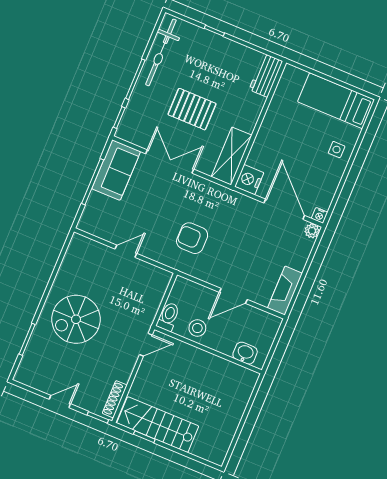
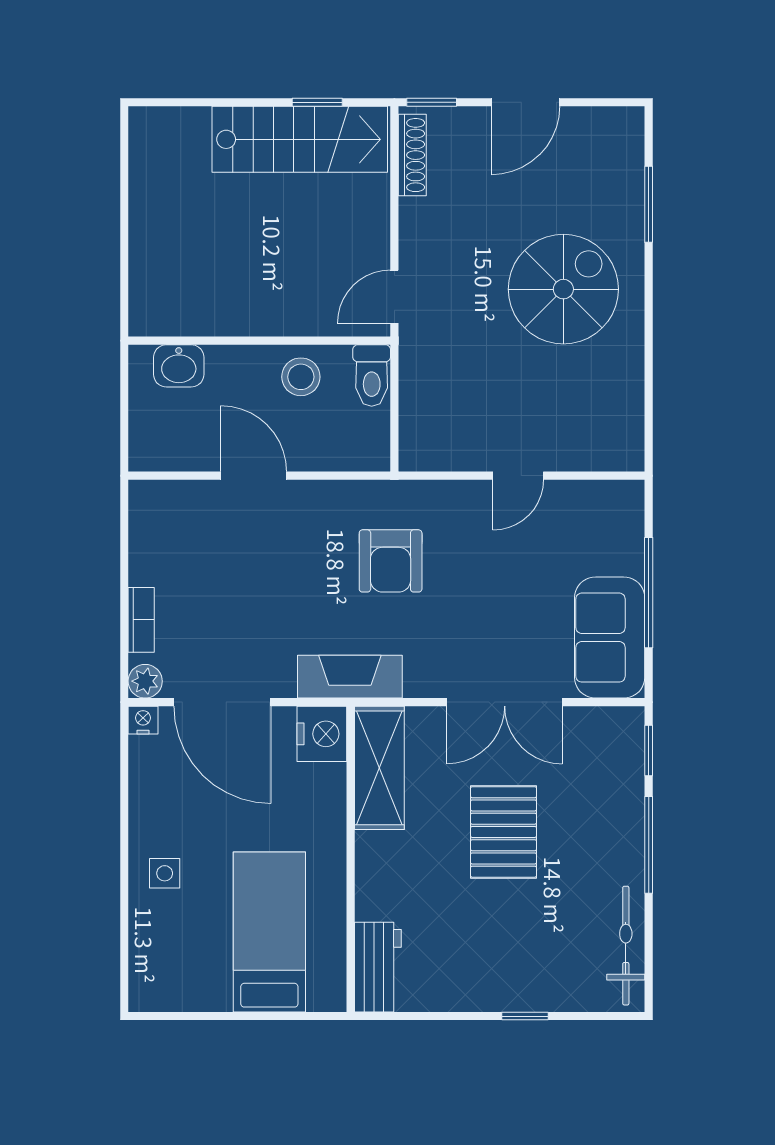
bicycle: (161, 52) -> (626, 946), width x0.73, depth x0.71
bed: (336, 101) -> (269, 932), moved, turned -90
pallet: (192, 109) -> (504, 832), turned 90
armchair: (192, 238) -> (391, 561), turned 90
bookcase: (303, 256) -> (141, 620), added
fireplace: (285, 291) -> (350, 677), moved, turned -90
door: (233, 296) -> (254, 476), hinge flipped
door: (60, 402) -> (525, 102), width x1.38

